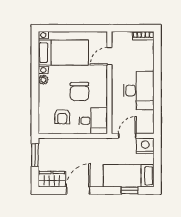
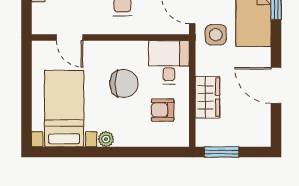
armchair: (62, 117) -> (163, 110), turned 180
side table: (111, 151) -> (216, 35), added
wardrobe: (52, 179) -> (207, 97), moved, turned 180

